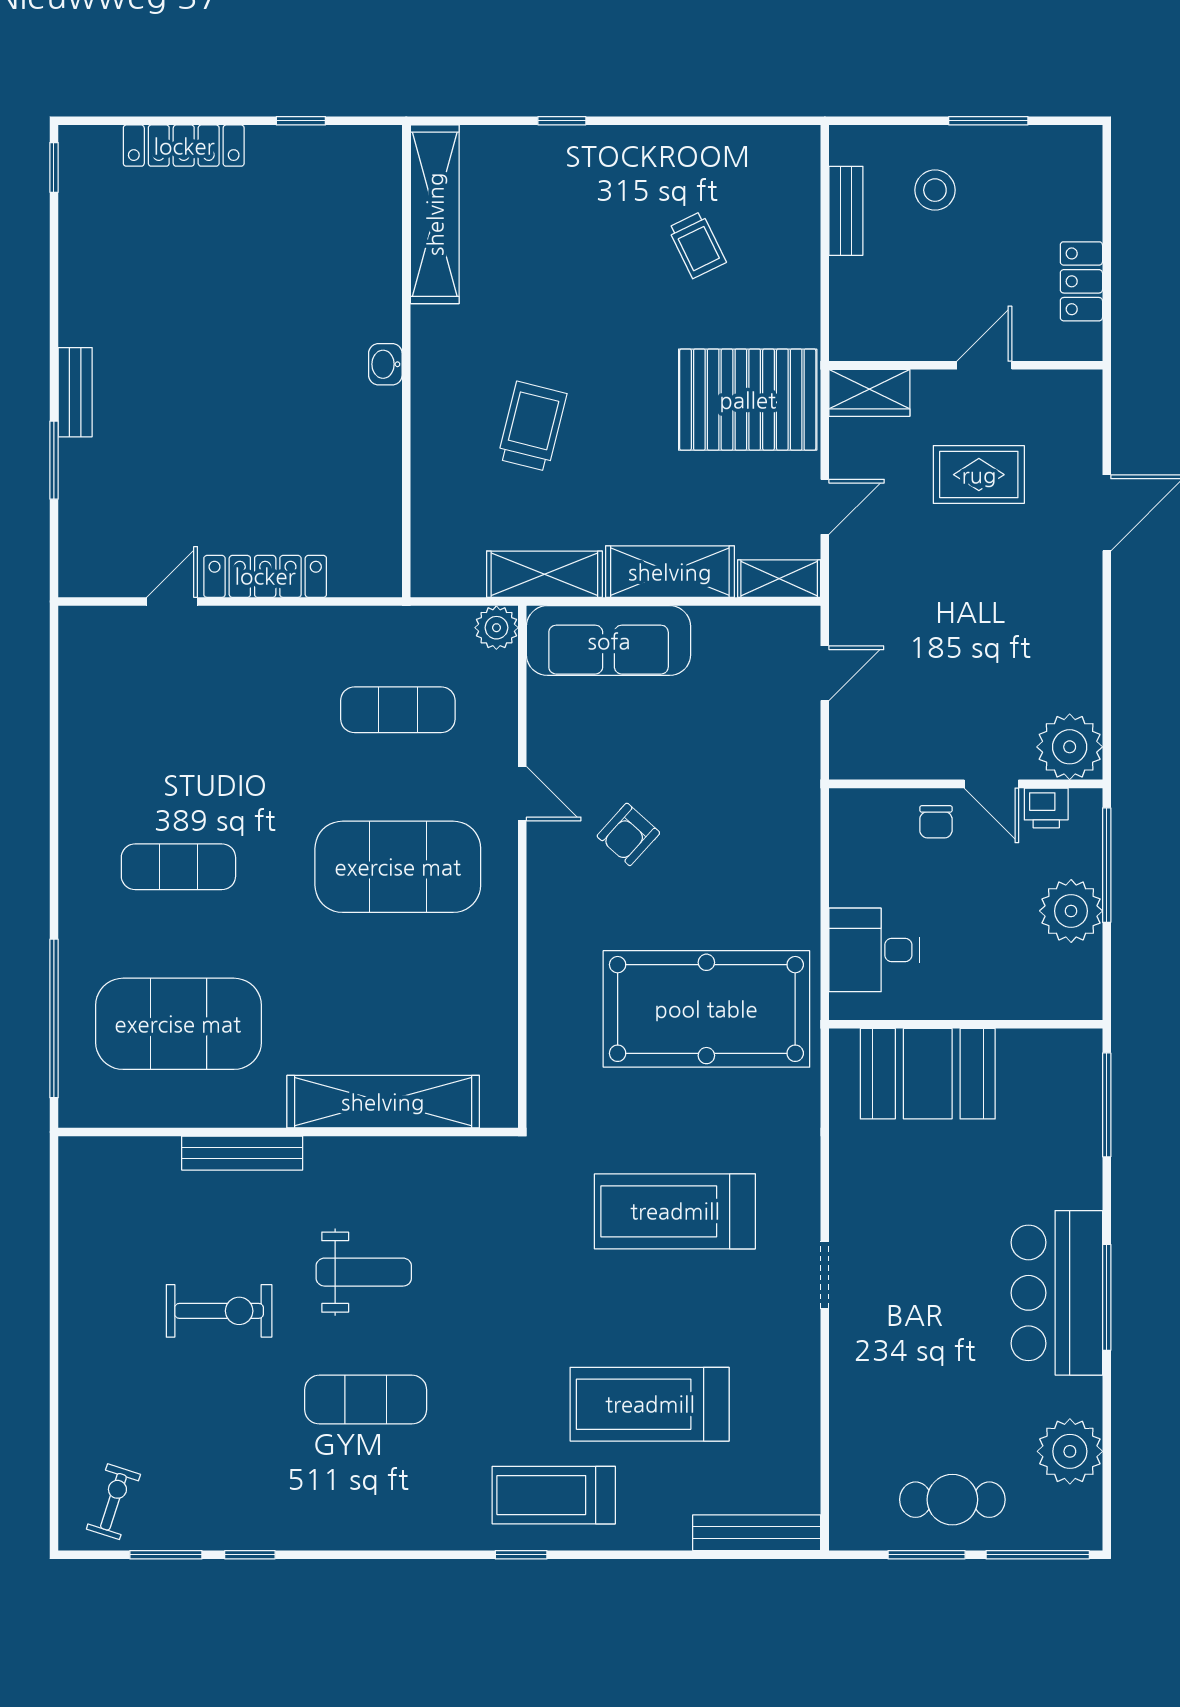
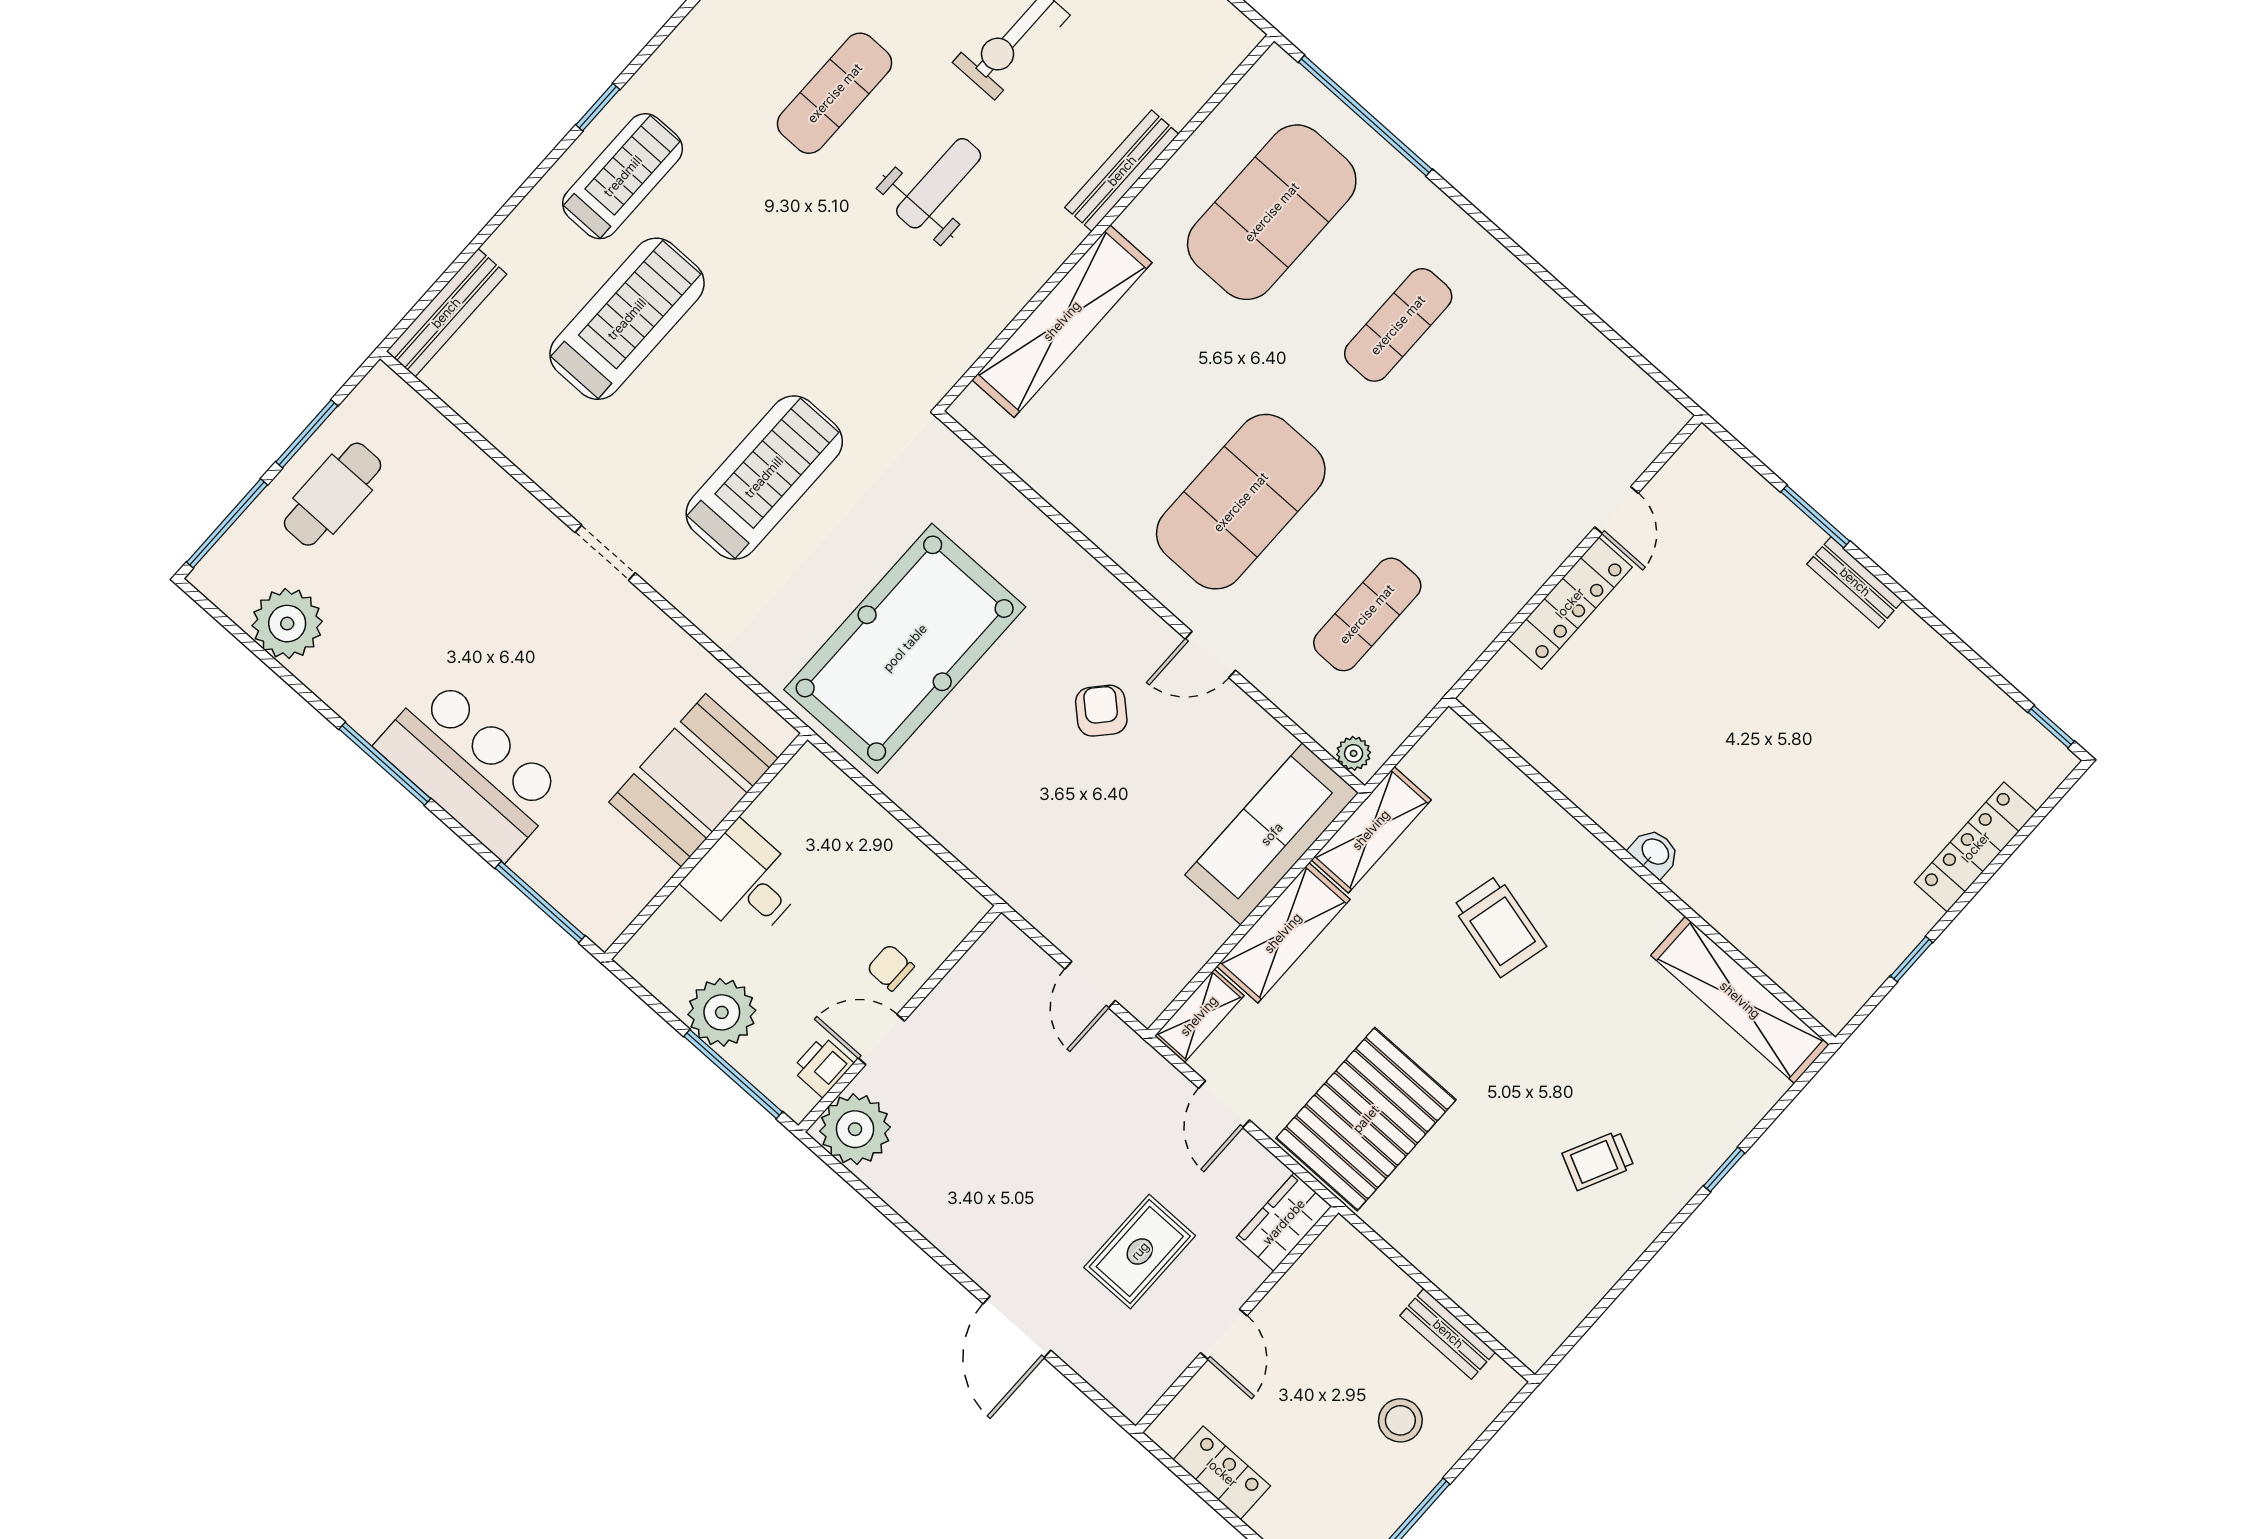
trolley: (697, 245) -> (1598, 1160), moved, turned -38
plant: (496, 628) -> (1354, 753), width x0.73, depth x0.73
desk: (874, 950) -> (745, 882), moved, turned -90
weight bench: (364, 1272) -> (939, 183), turned 180
bar counter: (1057, 1293) -> (471, 768), moved

